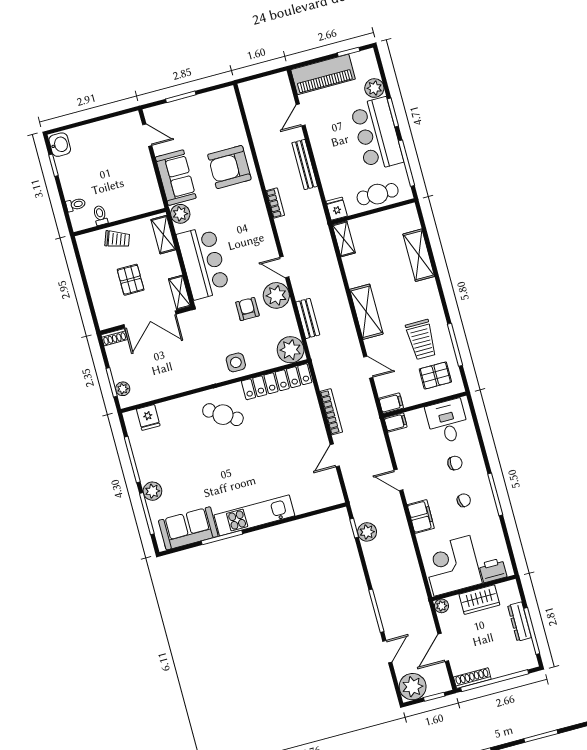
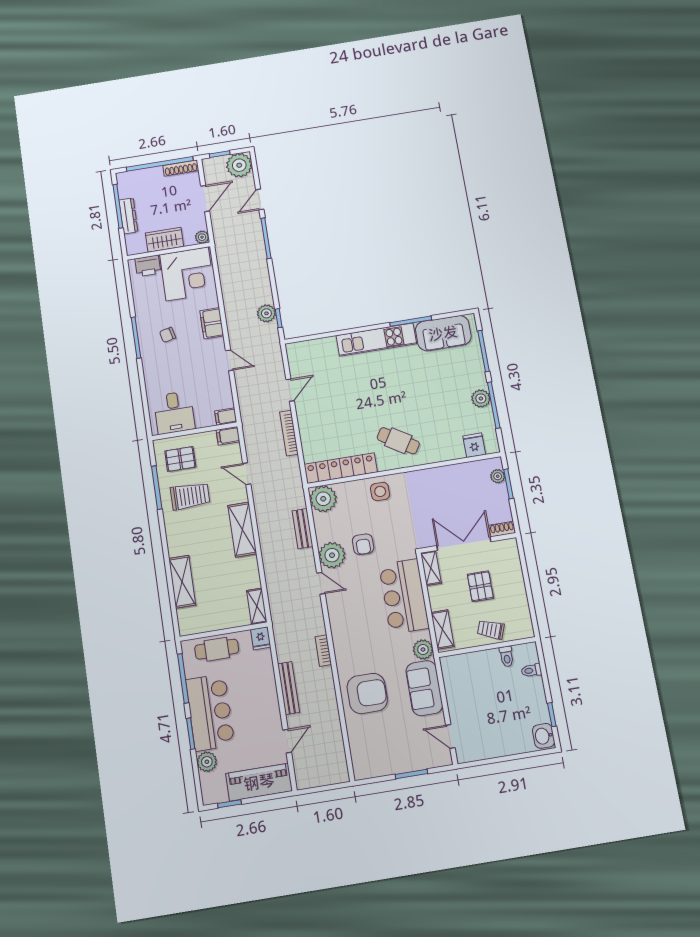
trolley: (421, 340) -> (190, 496), turned 90
chair: (455, 463) -> (172, 371), removed
plant: (152, 491) -> (481, 398), moved

